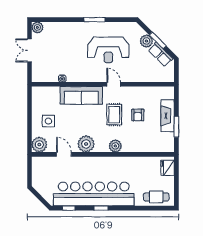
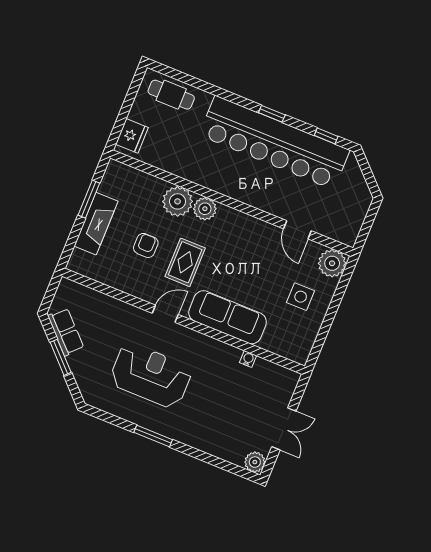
plant: (146, 41) -> (80, 364), removed
door: (114, 84) -> (165, 314), swing flipped
plant: (86, 144) -> (178, 201), moved

